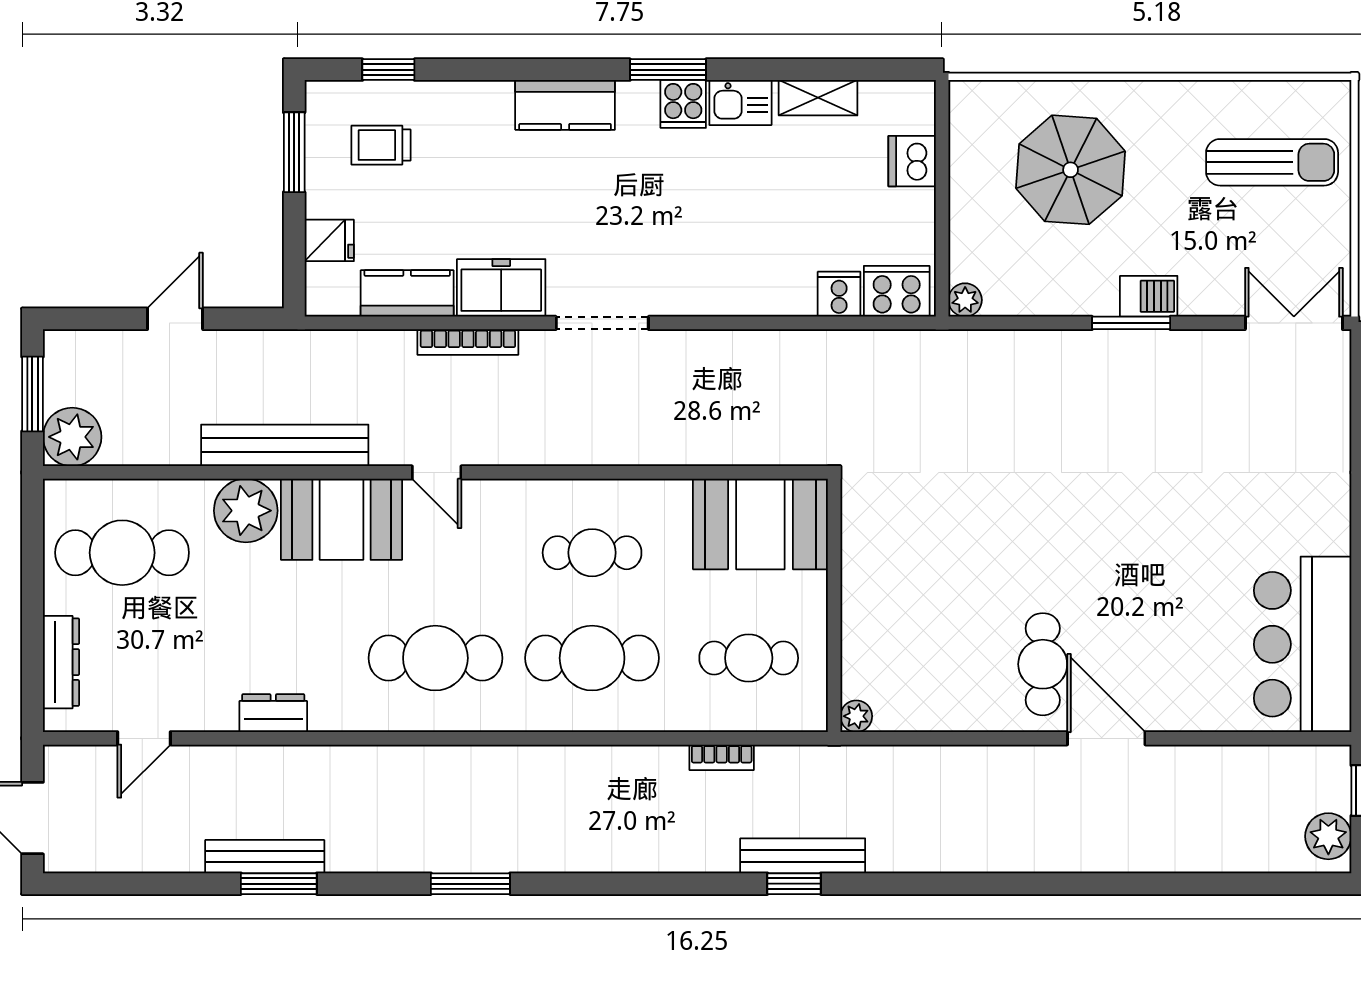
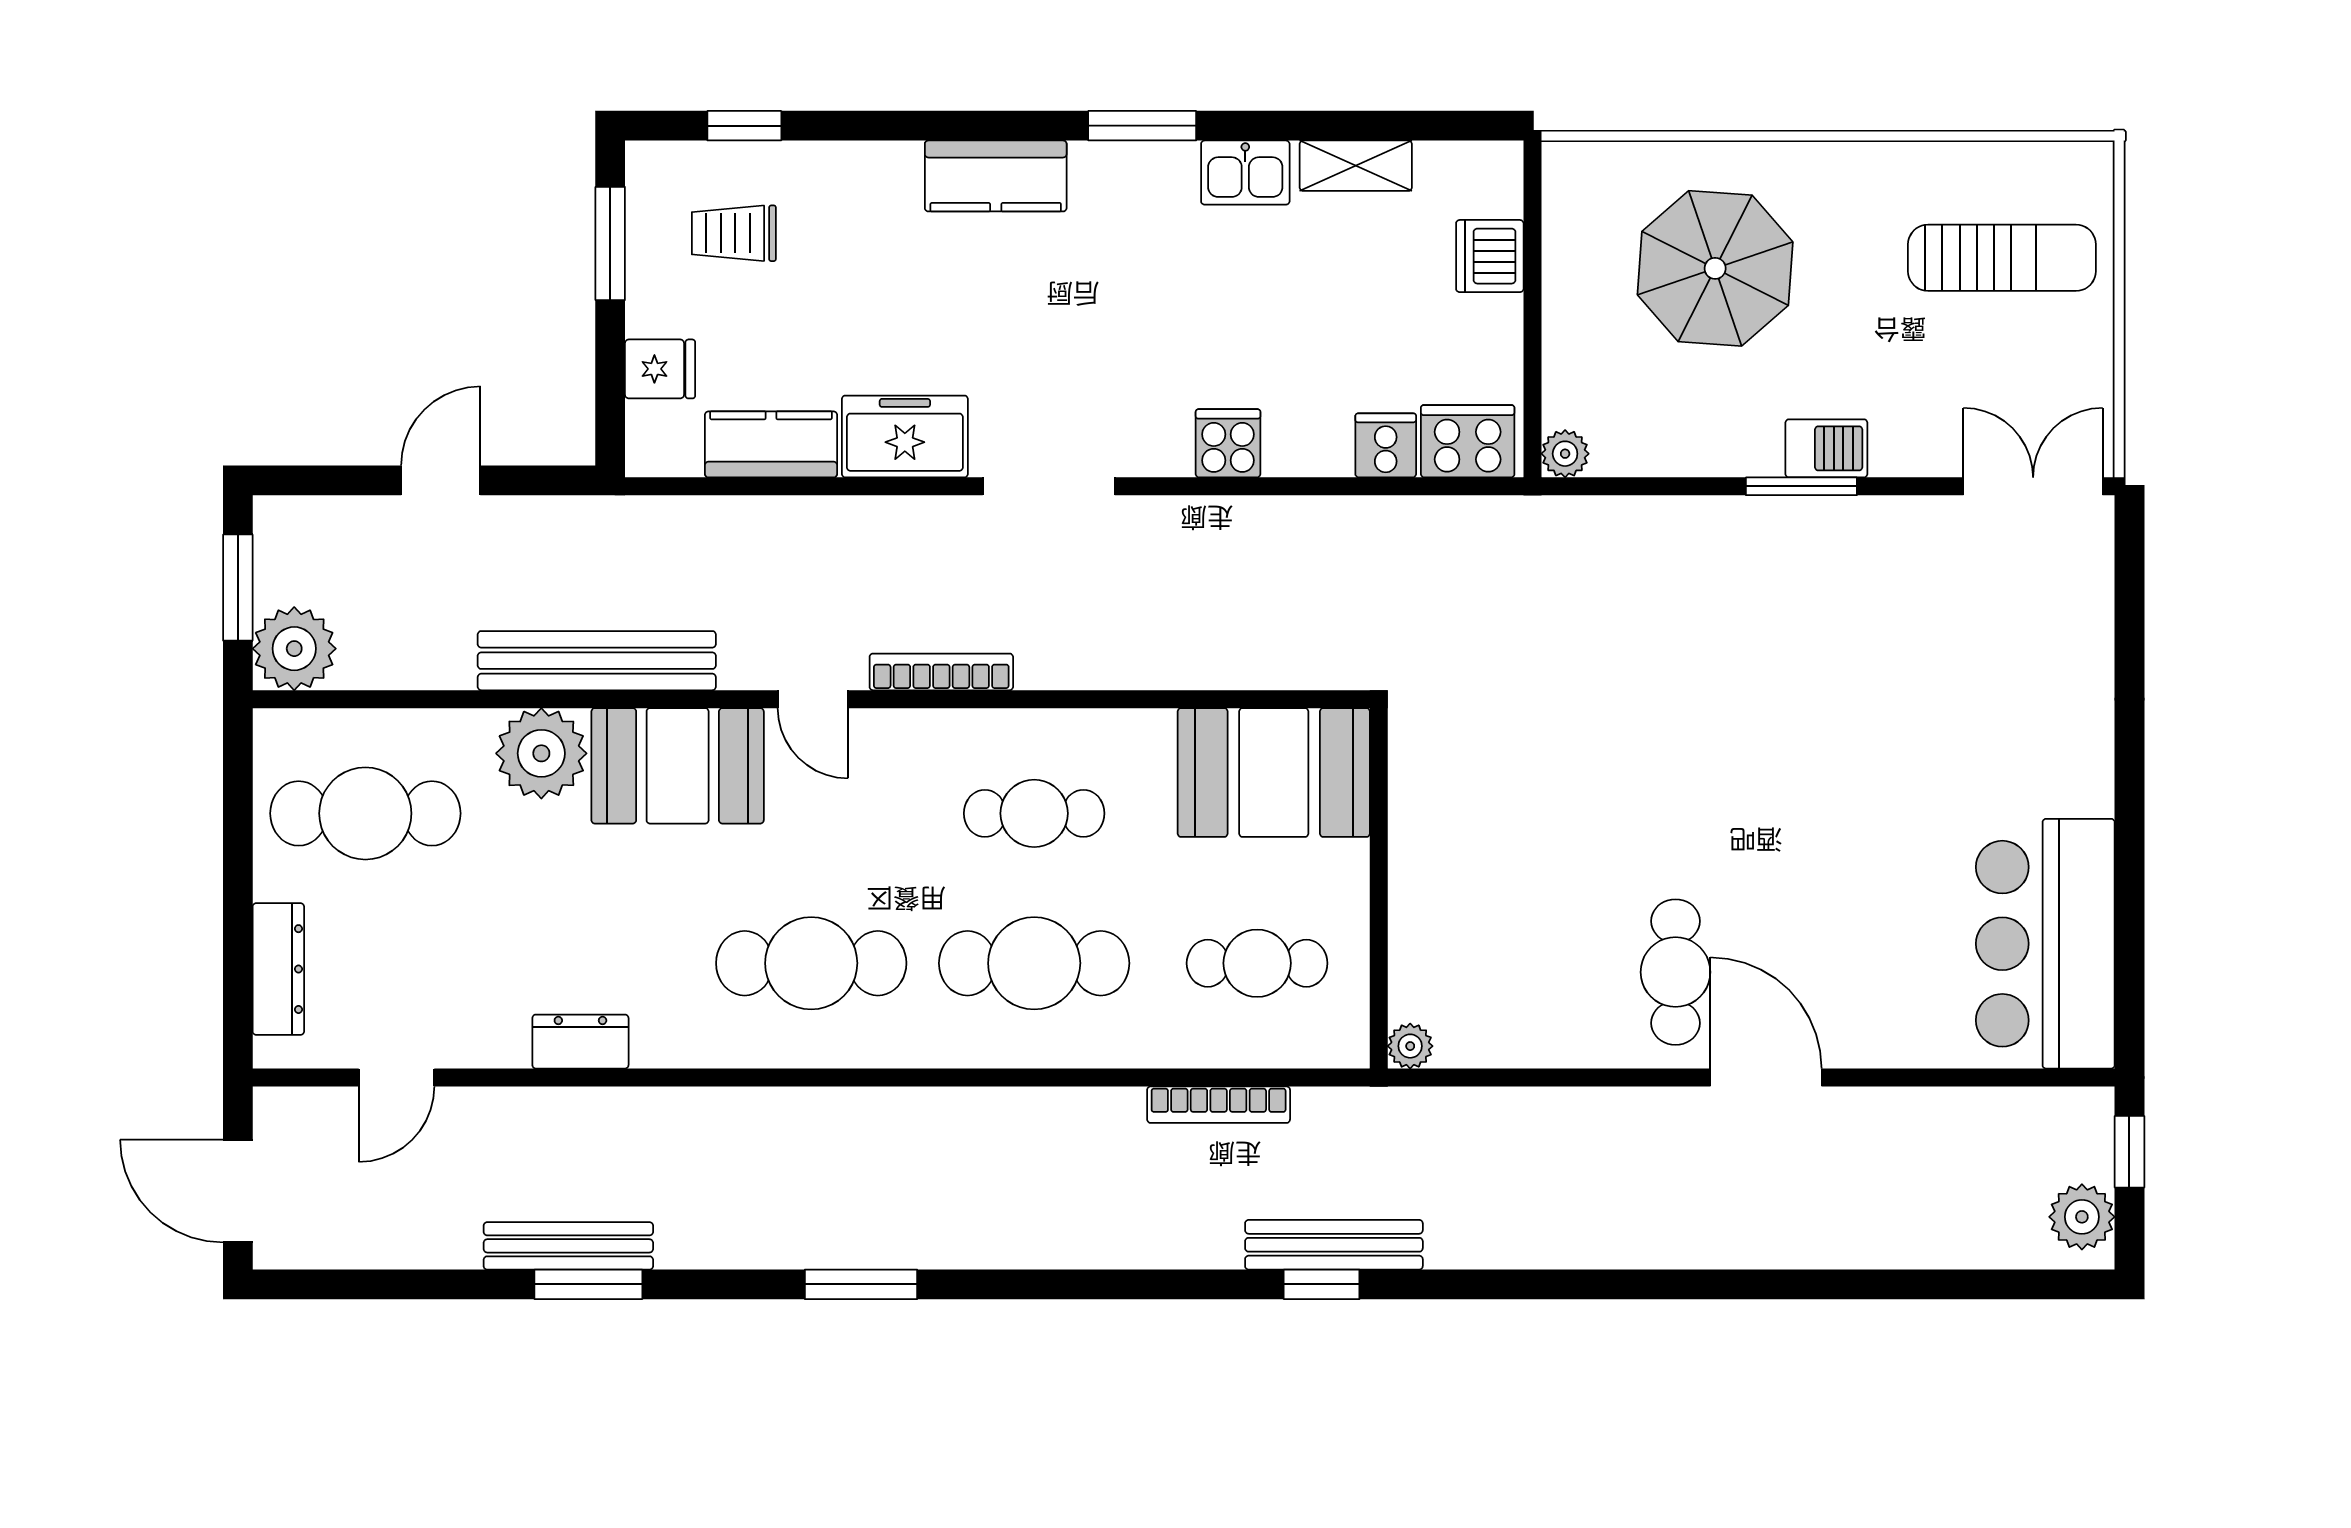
cooker: (683, 104) -> (1228, 443), moved, turned 180
bookcase: (468, 342) -> (941, 672), moved, turned 180
bookcase: (722, 757) -> (1219, 1105), width x1.56

